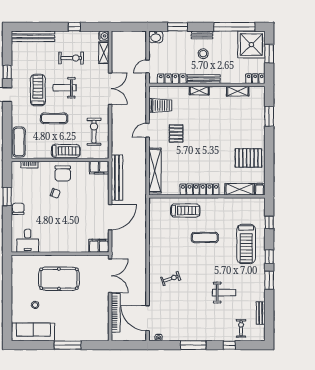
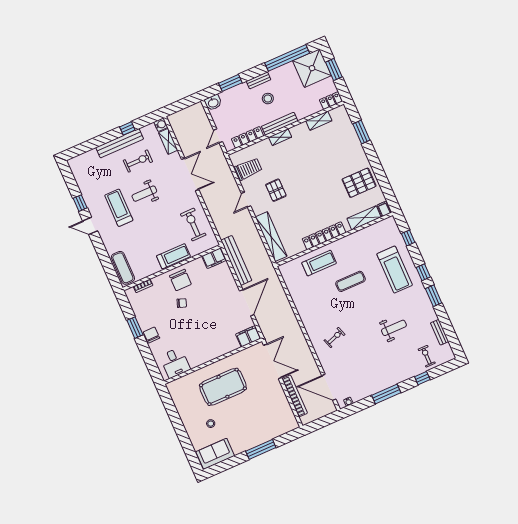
bench: (33, 36) -> (120, 143), moved
exercise mat: (54, 118) -> (148, 229), removed
sofa: (33, 332) -> (215, 454), width x0.73

